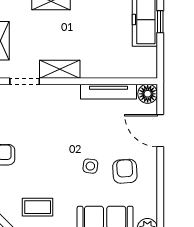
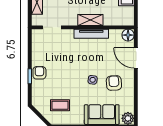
shelving: (60, 69) -> (90, 20), moved
tv unit: (109, 92) -> (91, 34), moved

